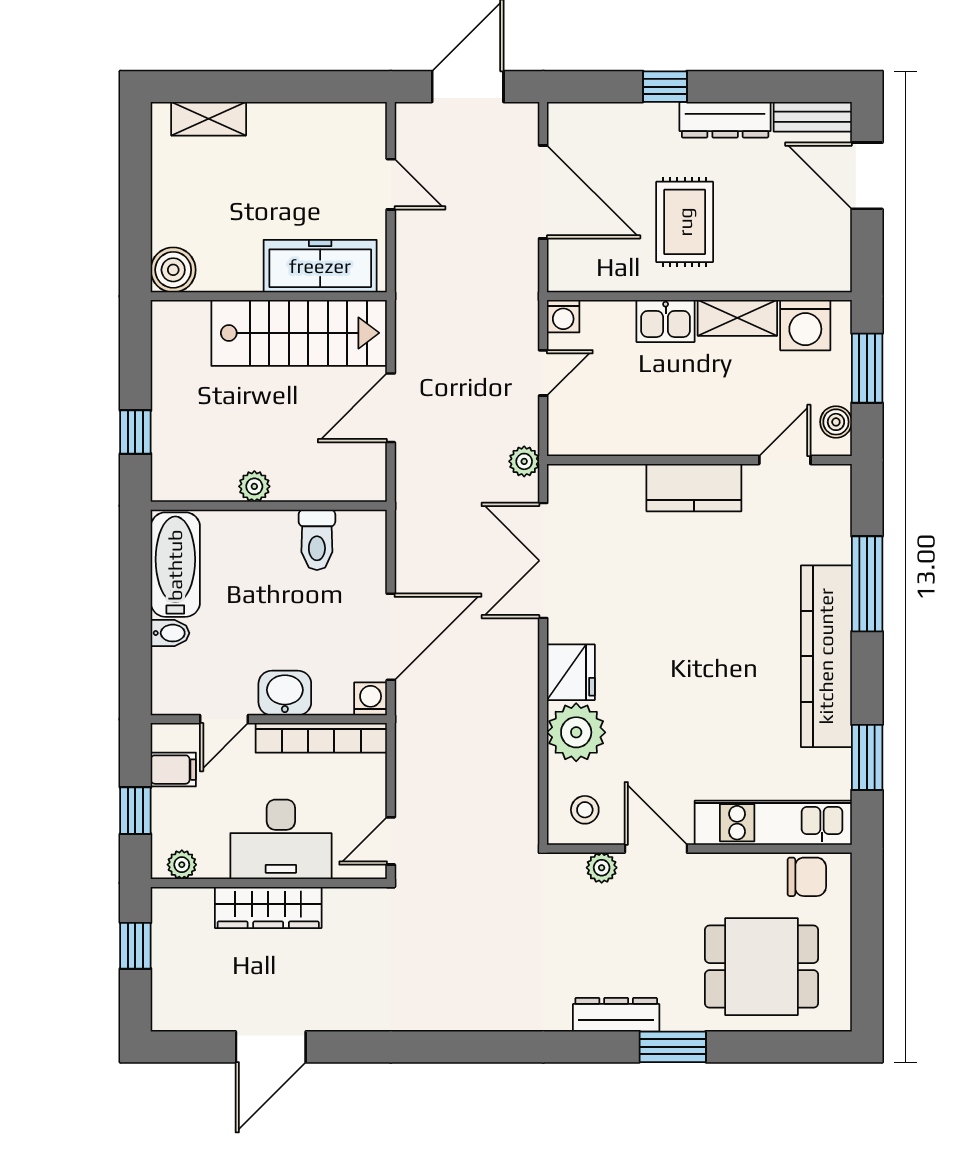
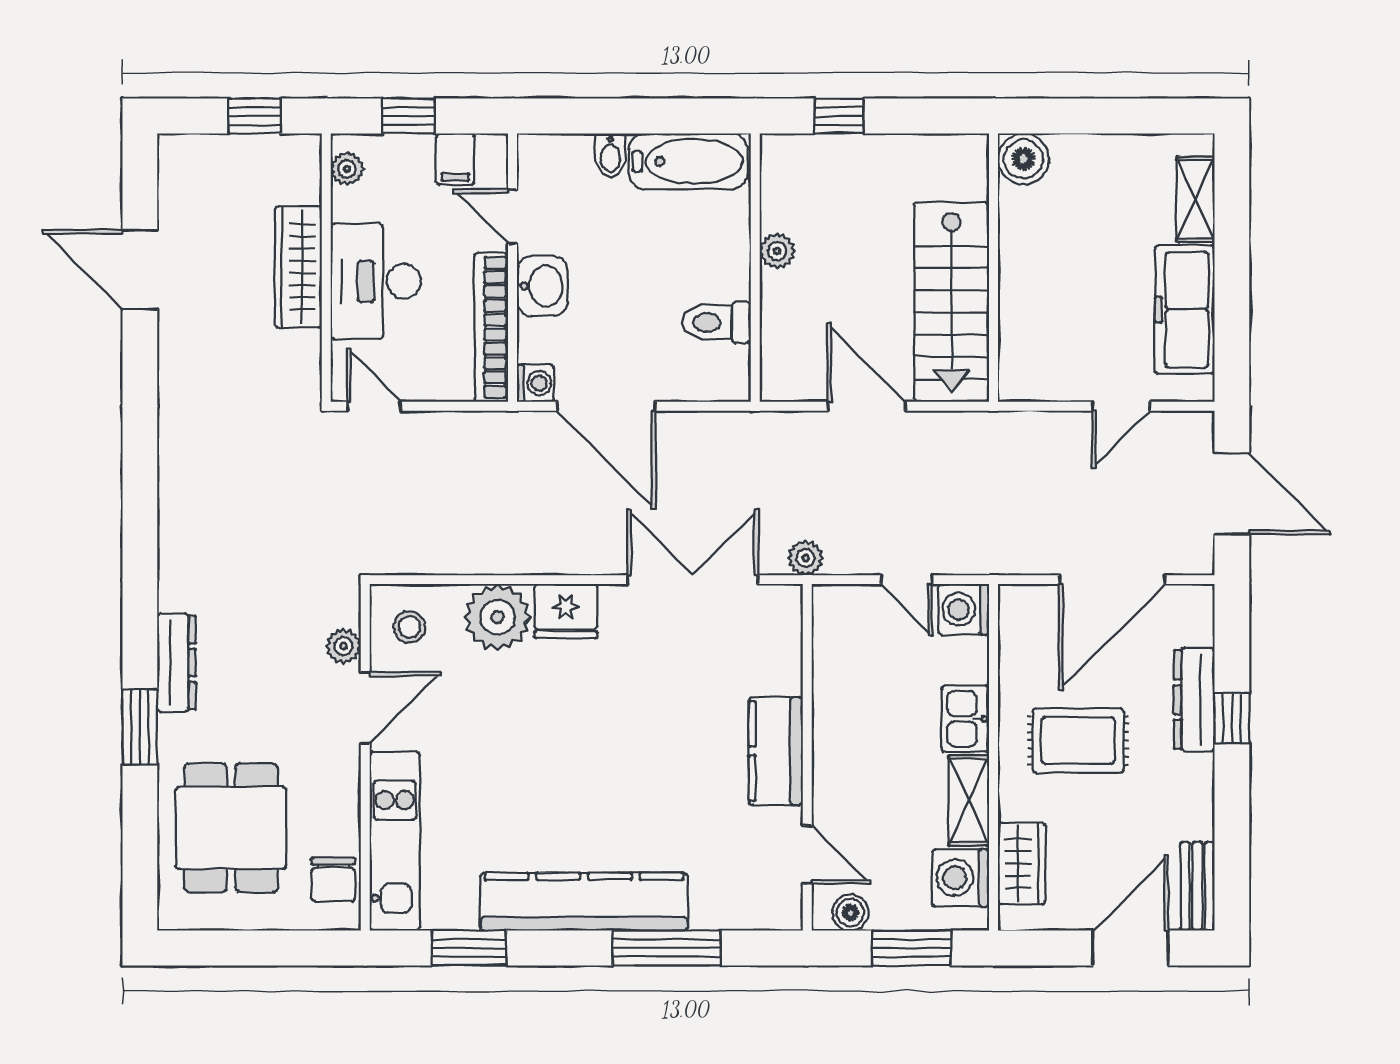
dresser: (725, 120) -> (1194, 700), moved
freezer: (320, 266) -> (1185, 310), moved, turned 180
wardrobe: (793, 271) -> (1022, 864), added
washing machine: (563, 316) -> (964, 609), width x1.38, depth x1.38

